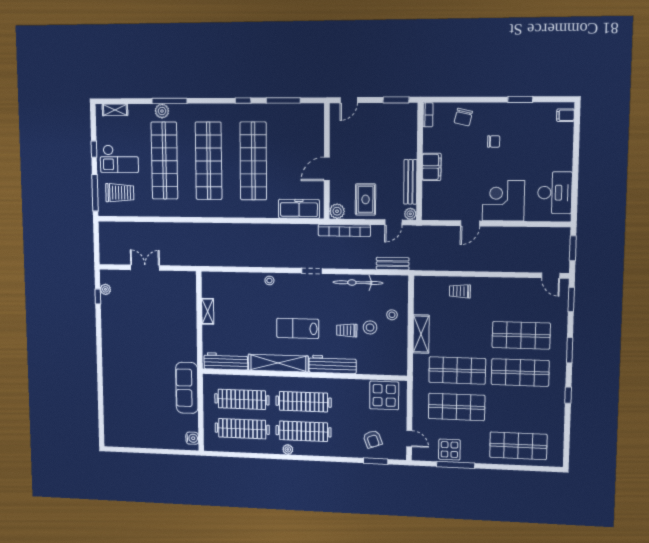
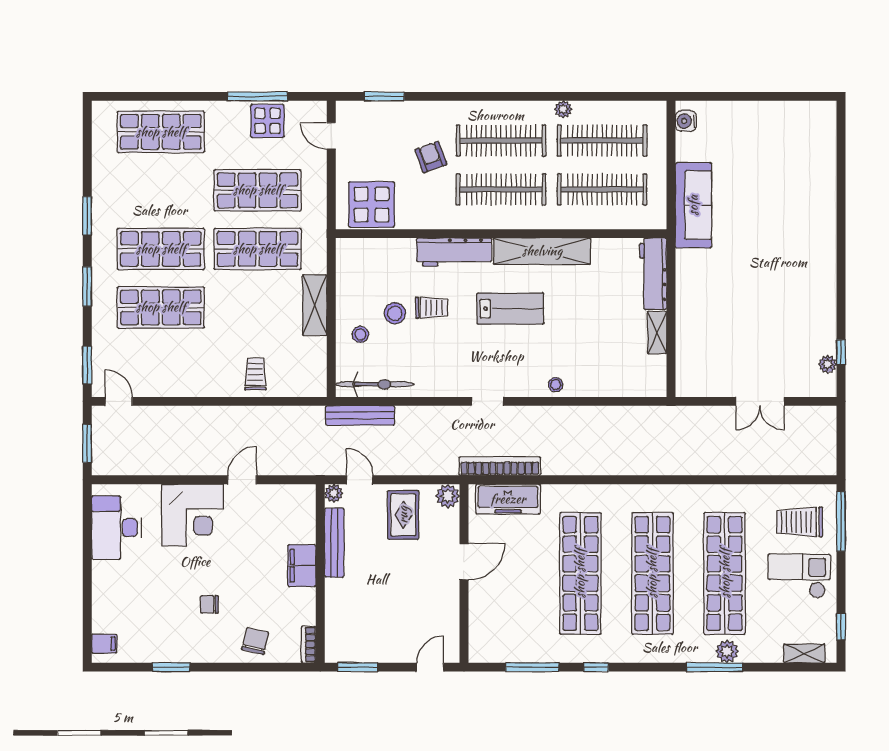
window: (94, 149) -> (841, 627), moved
door: (393, 222) -> (360, 480), hinge flipped
bookcase: (344, 230) -> (500, 466), moved
bench: (393, 264) -> (360, 415), width x1.36
bicycle: (358, 283) -> (375, 384), moved
trolley: (460, 291) -> (255, 374), turned -90
workbench: (226, 361) -> (653, 274), moved, turned 90
window: (568, 395) -> (87, 216), width x1.50
armchair: (373, 439) -> (431, 157), moved
plant: (288, 449) -> (563, 109), moved

